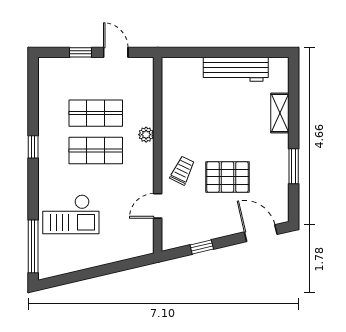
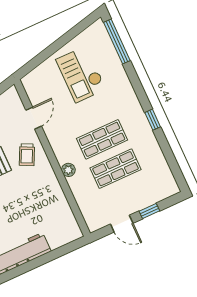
checkout: (71, 214) -> (81, 74), moved, turned -90

